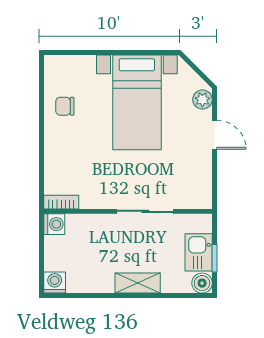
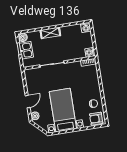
armchair: (64, 71) -> (96, 119), added
door: (215, 135) -> (28, 102), swing flipped

